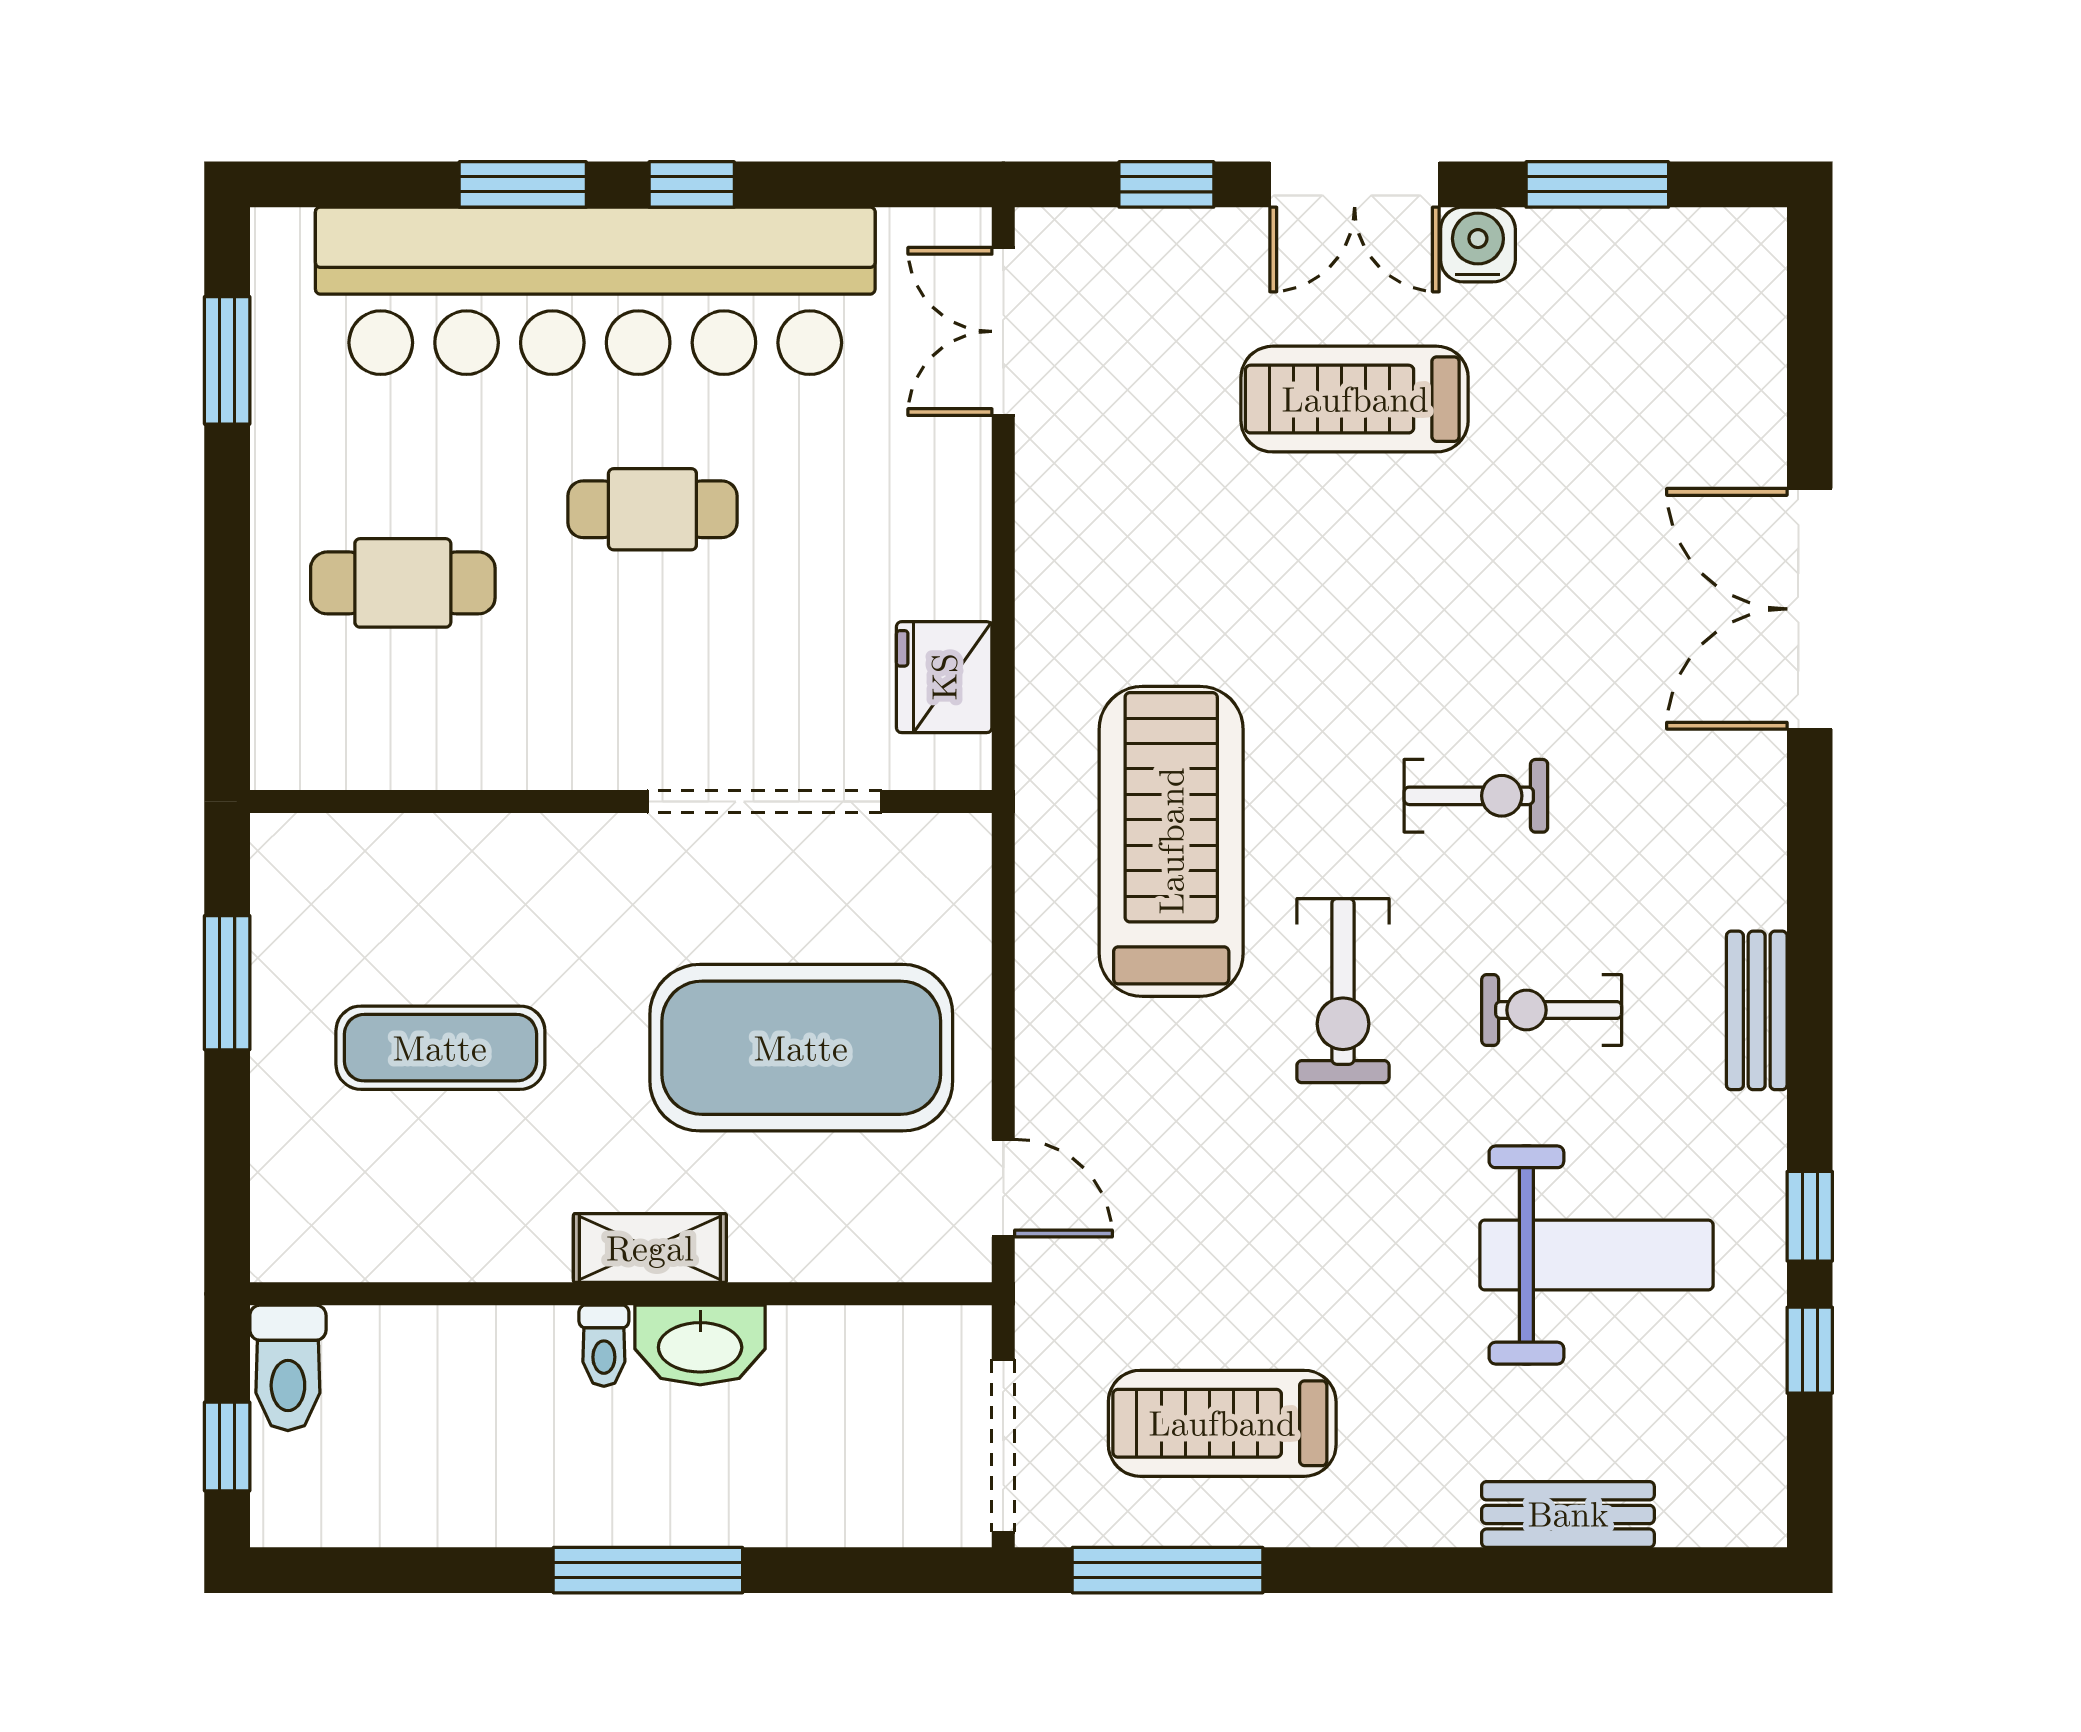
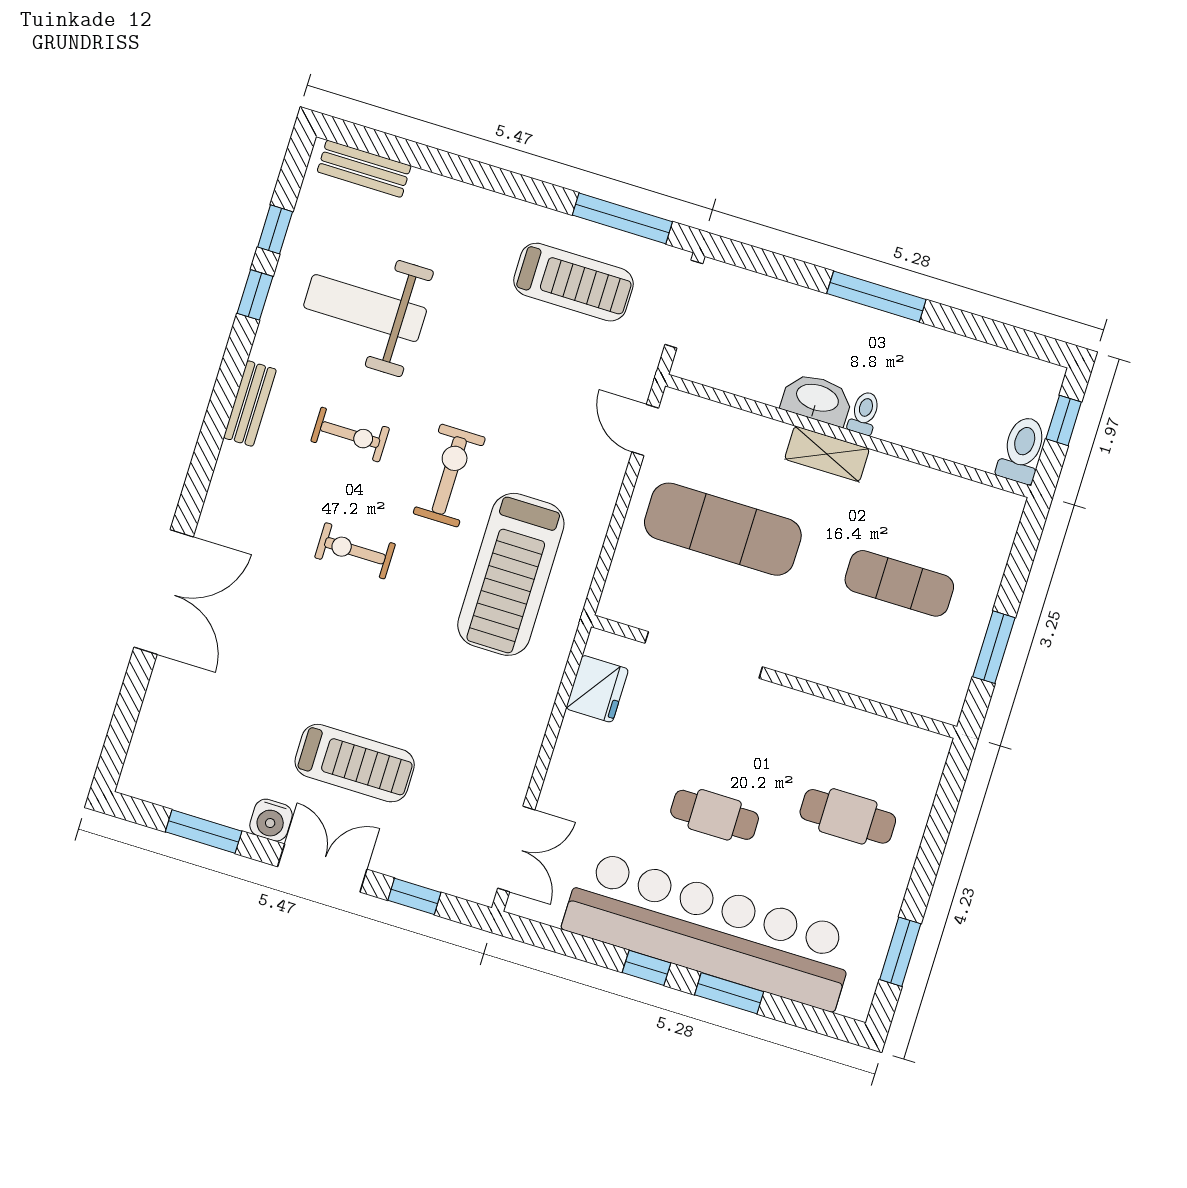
exercise mat: (801, 1048) -> (723, 529), width x0.68
bench: (1568, 1514) -> (364, 169), moved

